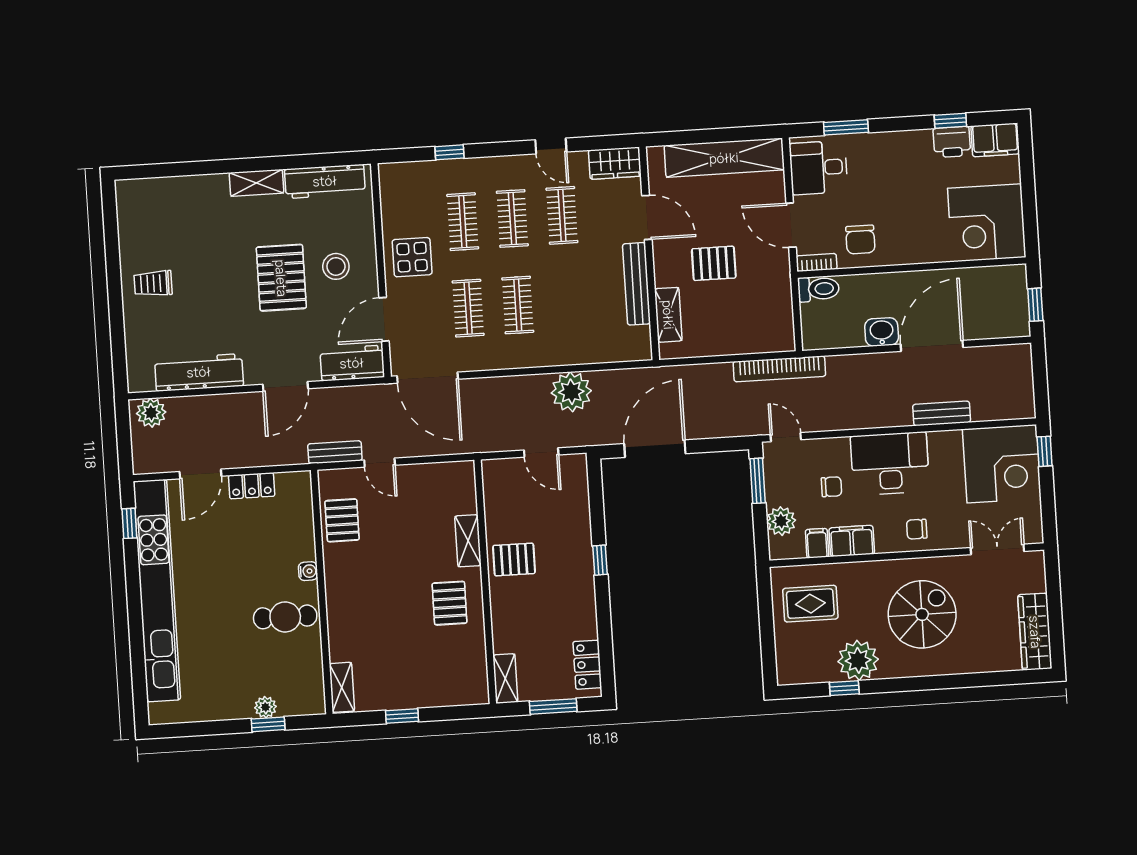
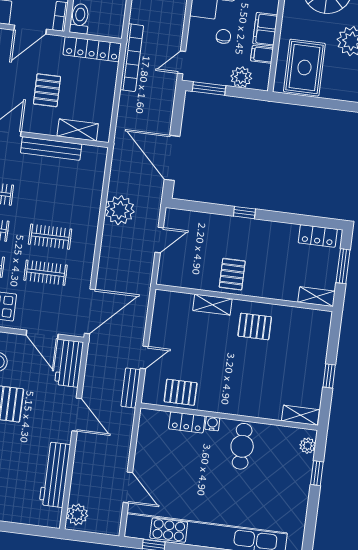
locker: (781, 313) -> (92, 49), added
locker: (252, 486) -> (187, 422), moved, turned 90
rug: (810, 604) -> (304, 68), width x1.36, depth x1.43
plant: (265, 707) -> (308, 446), moved

